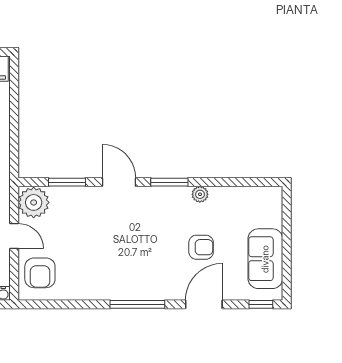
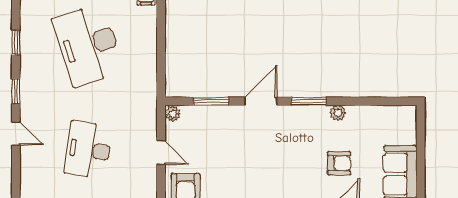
door: (119, 182) -> (261, 101), hinge flipped
plant: (34, 202) -> (173, 114), width x0.53, depth x0.53

